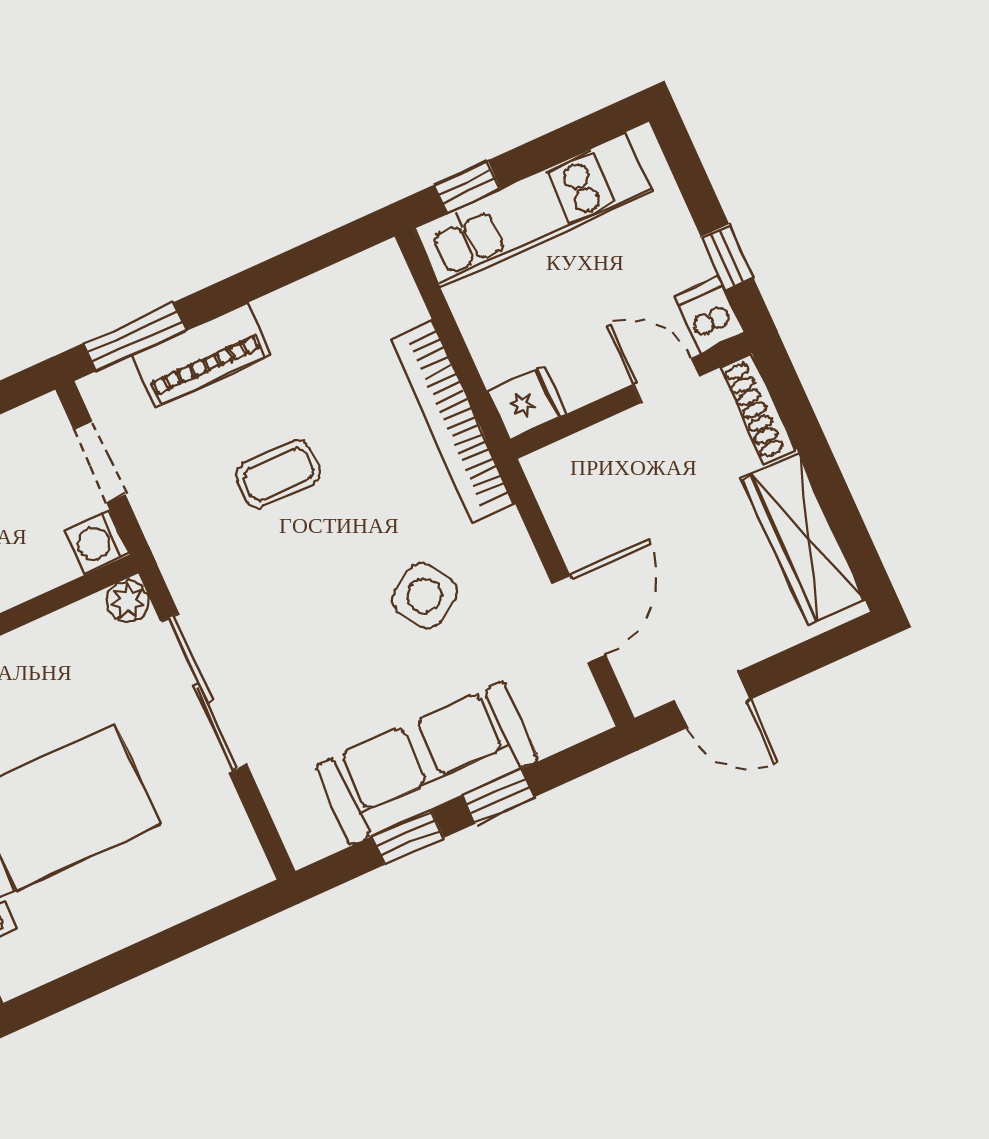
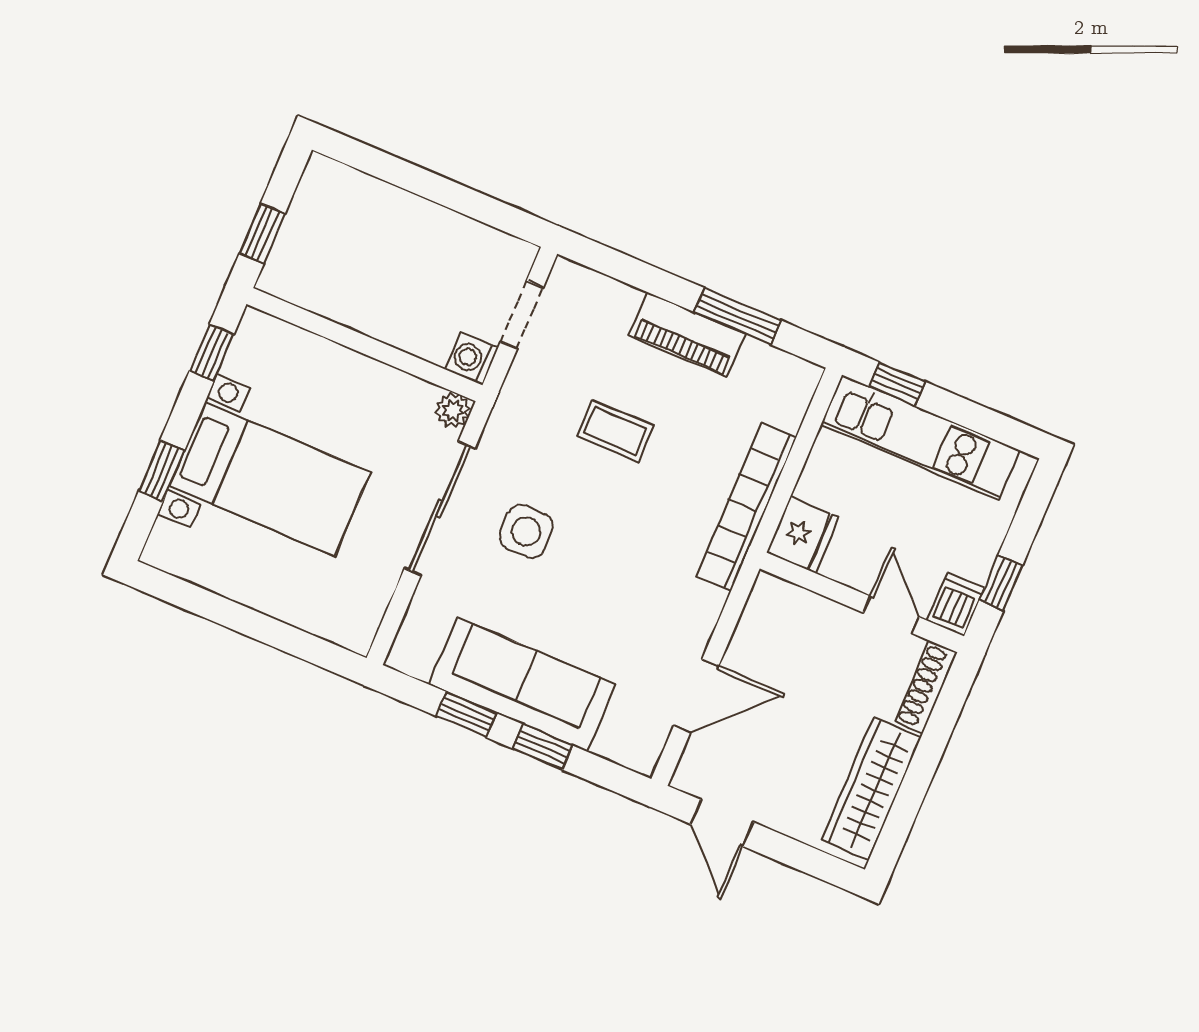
window: (135, 337) -> (737, 316), moved
piano: (201, 355) -> (687, 335), moved
fridge: (527, 403) -> (802, 535), width x1.38
side table: (425, 596) -> (526, 531), moved, turned 32

